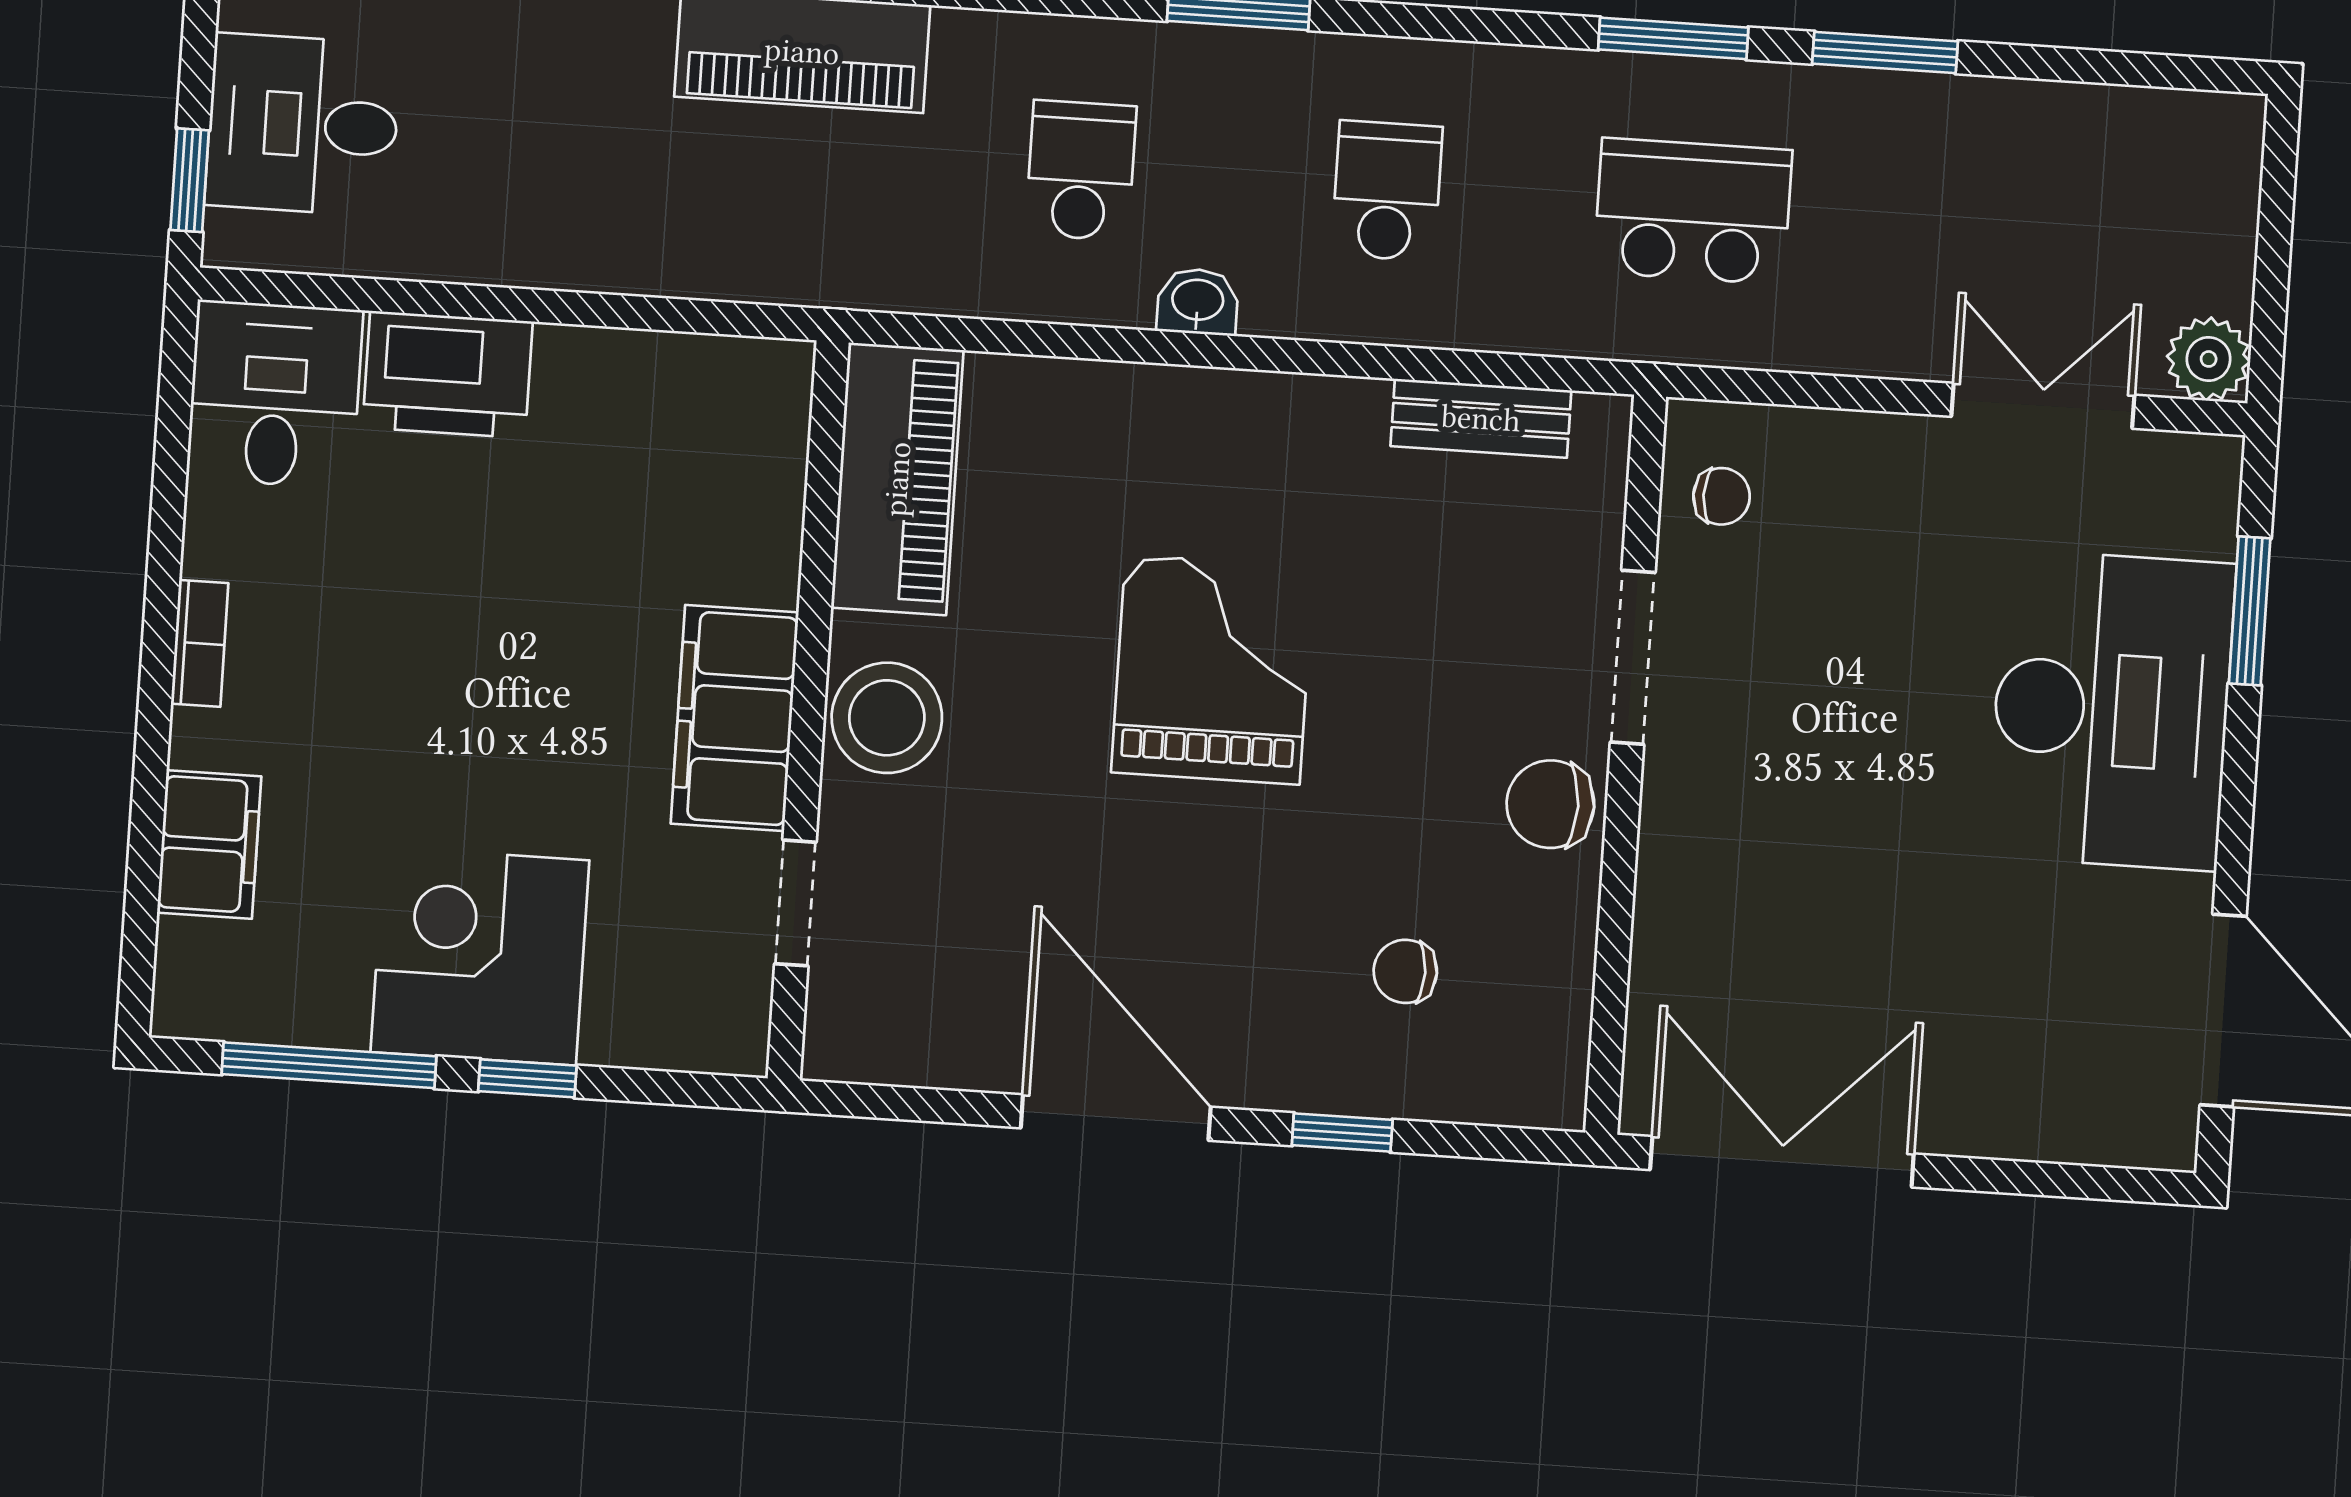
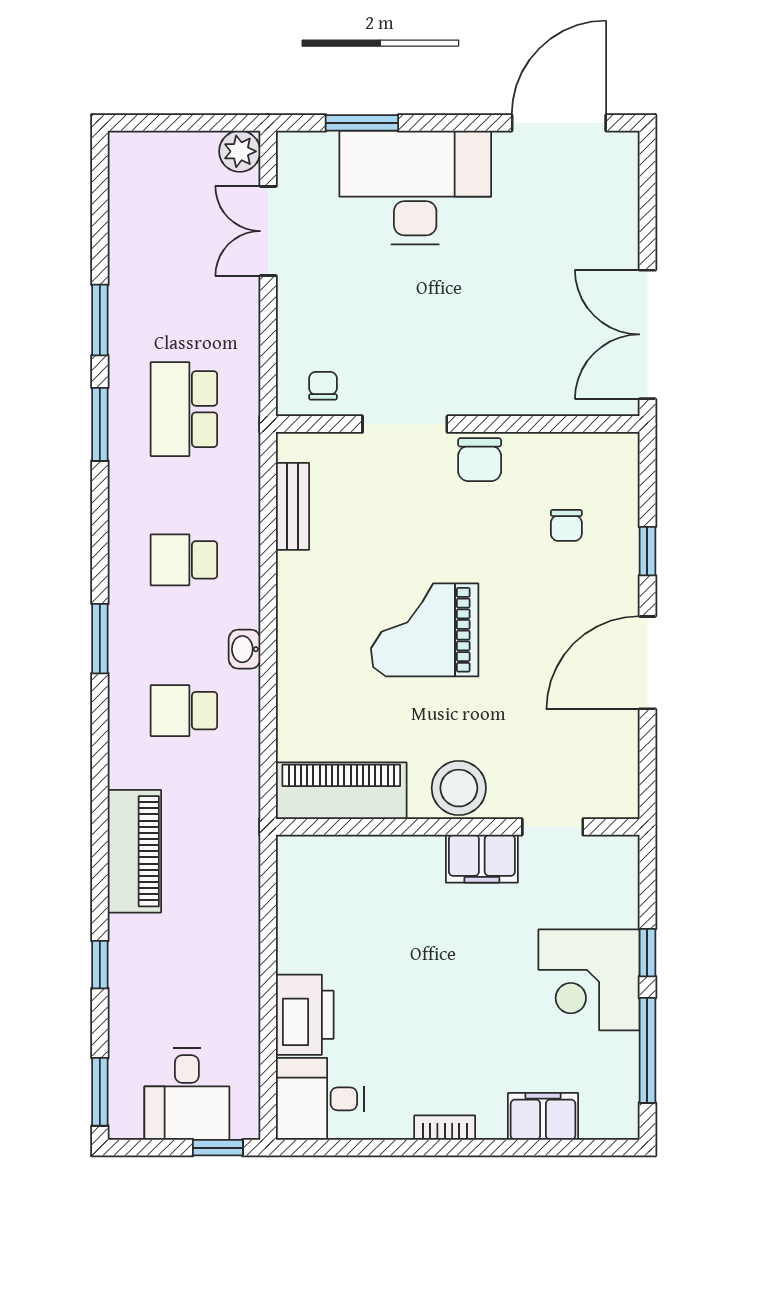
filing cabinet: (735, 718) -> (482, 859), width x0.67, depth x0.86

